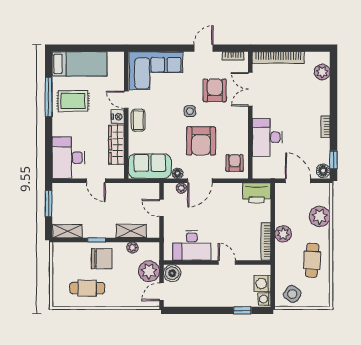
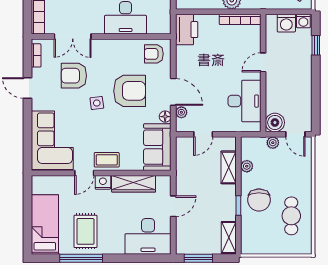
chair: (102, 259) -> (259, 200), turned 180
plant: (149, 271) -> (273, 143), width x0.53, depth x0.53

